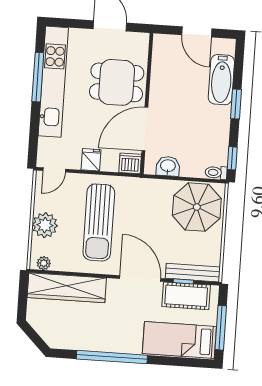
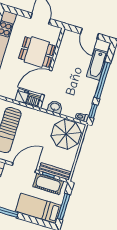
window: (236, 104) -> (102, 80), width x2.11
fridge: (91, 160) -> (22, 96), moved
door: (140, 278) -> (24, 168), hinge flipped

